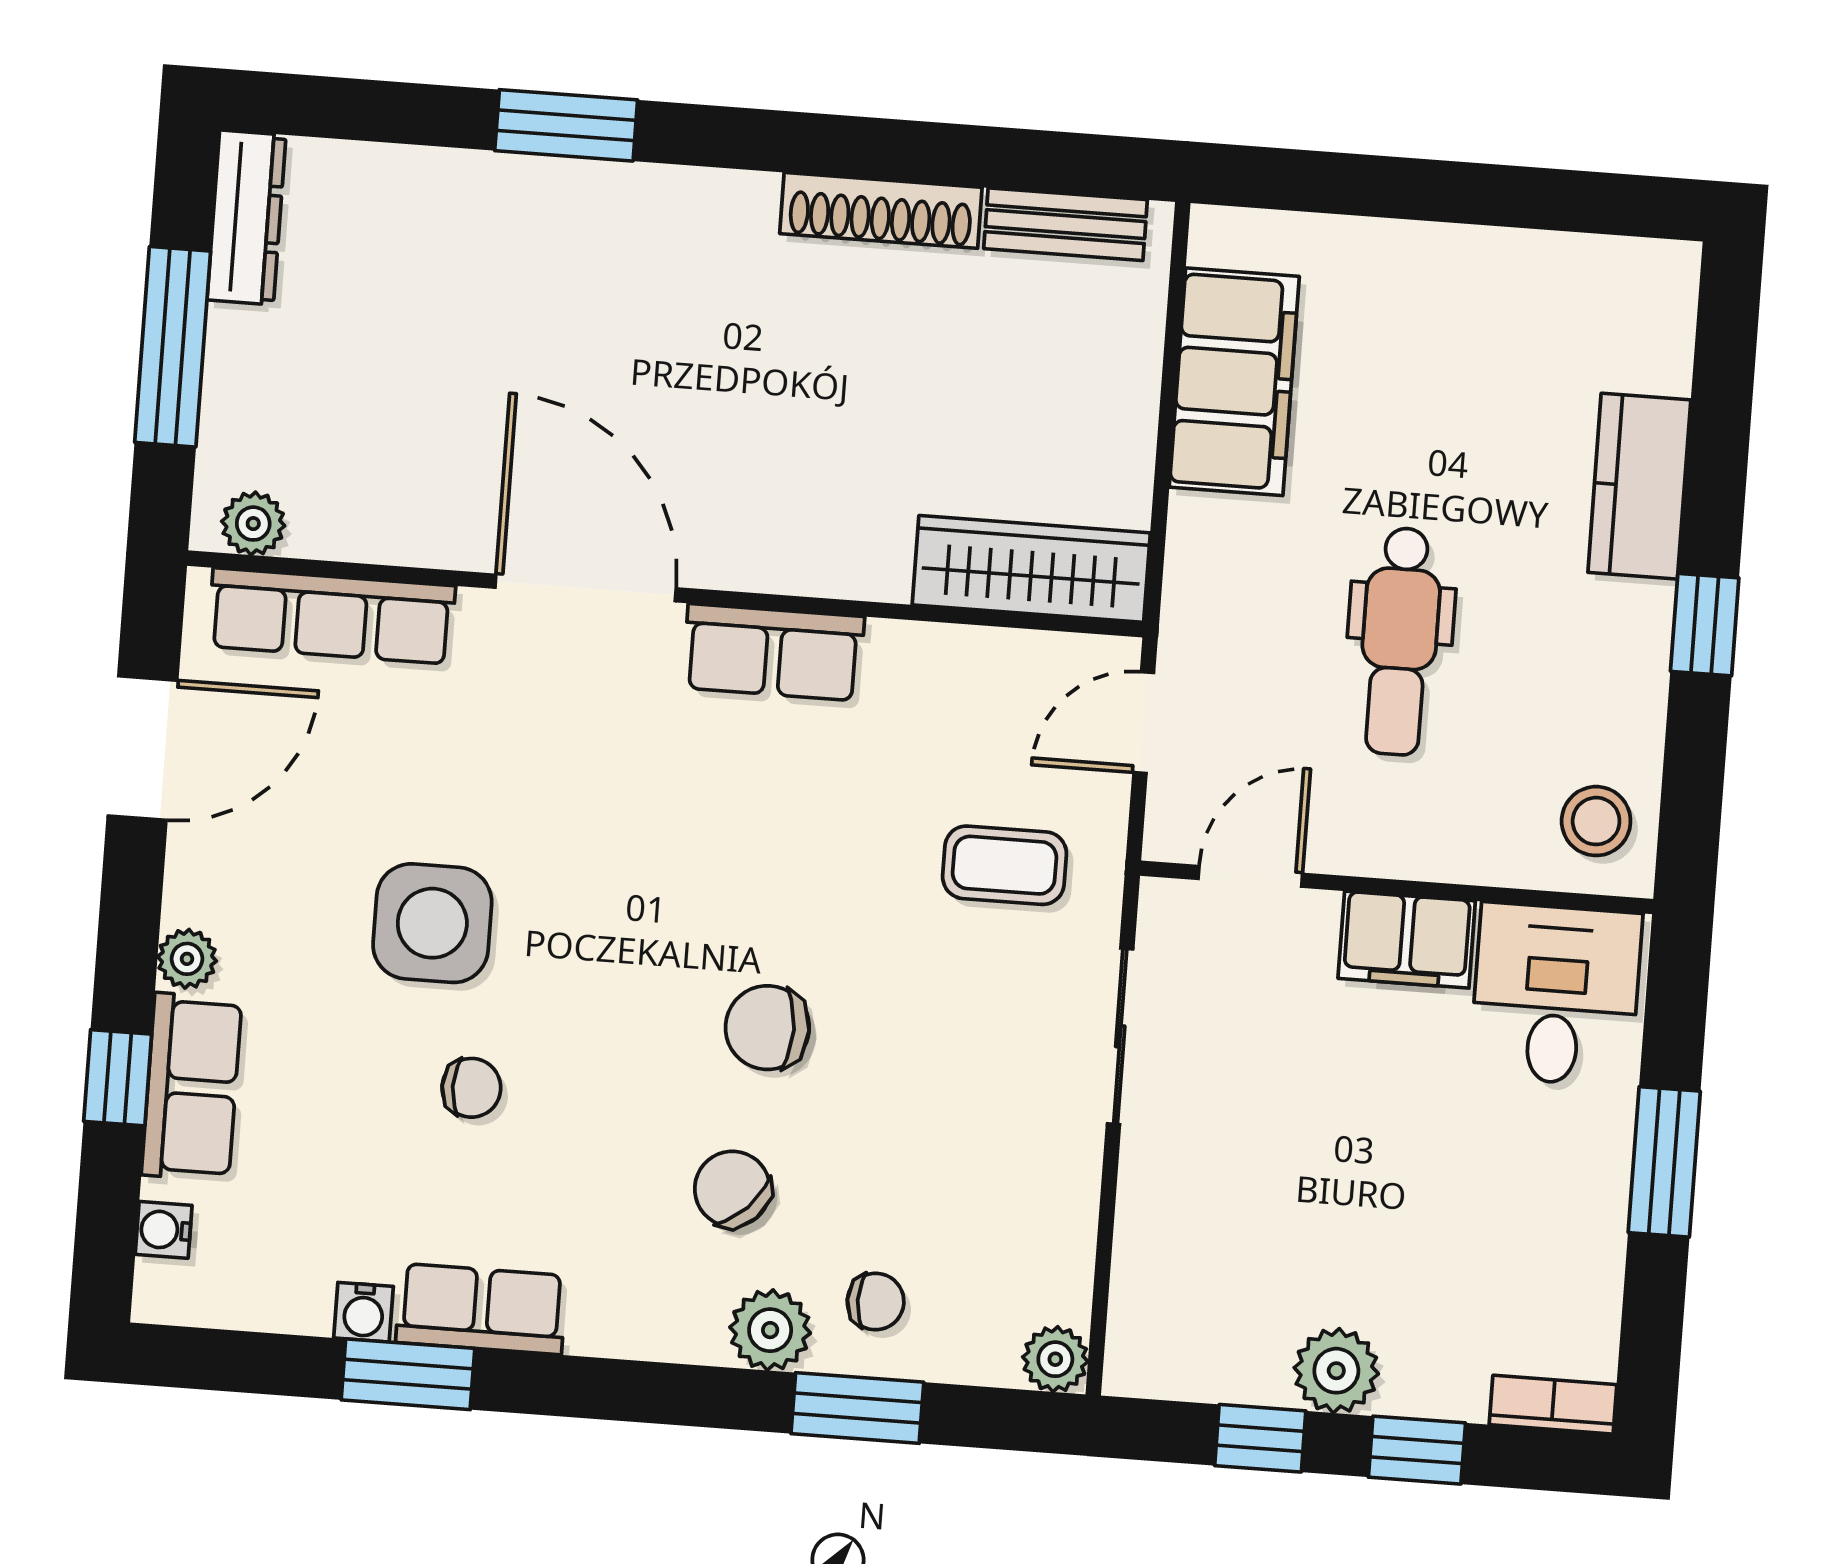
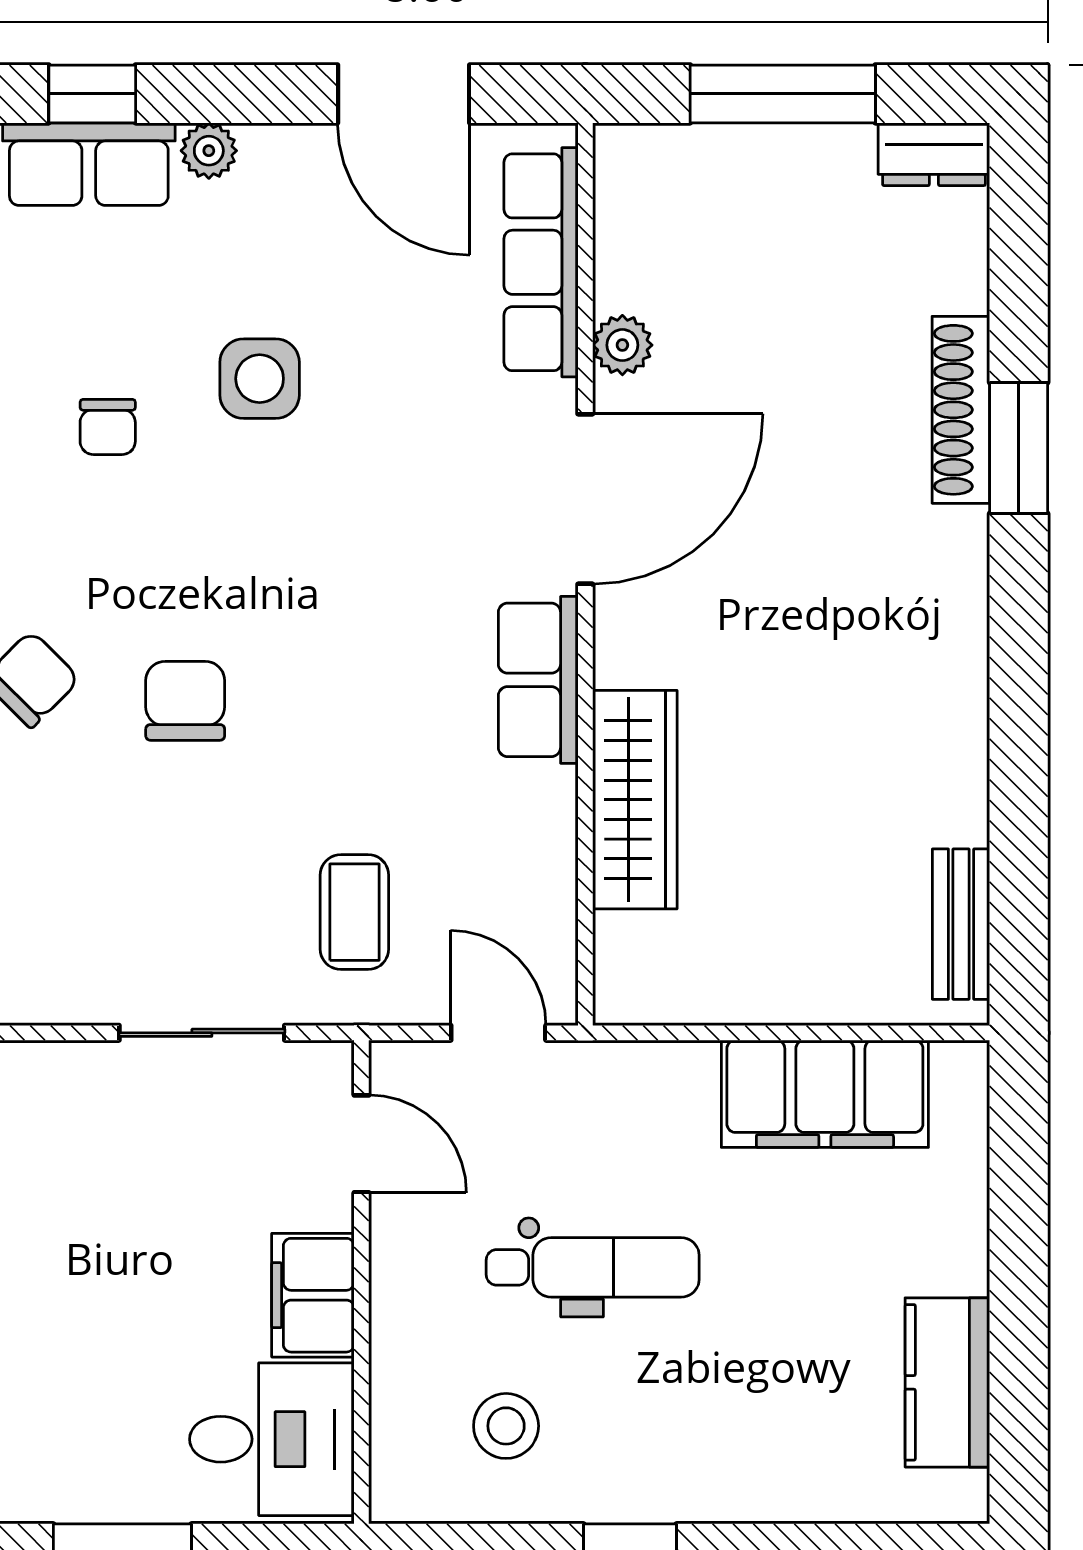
shoe rack: (881, 210) -> (961, 410), moved
dresser: (247, 217) -> (934, 154), width x0.70
kitchen counter: (1639, 486) -> (947, 1382), moved, turned -90
plant: (253, 524) -> (622, 345), moved
wardrobe: (1031, 569) -> (635, 800), moved
dental chair: (1400, 641) -> (593, 1267), turned 180
stool: (1596, 821) -> (506, 1426), moved
side table: (432, 923) -> (260, 379), width x0.73, depth x0.73

